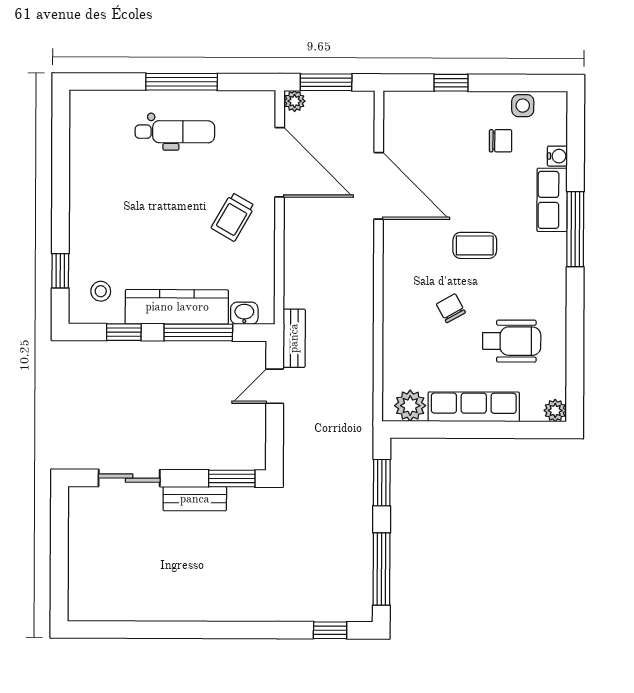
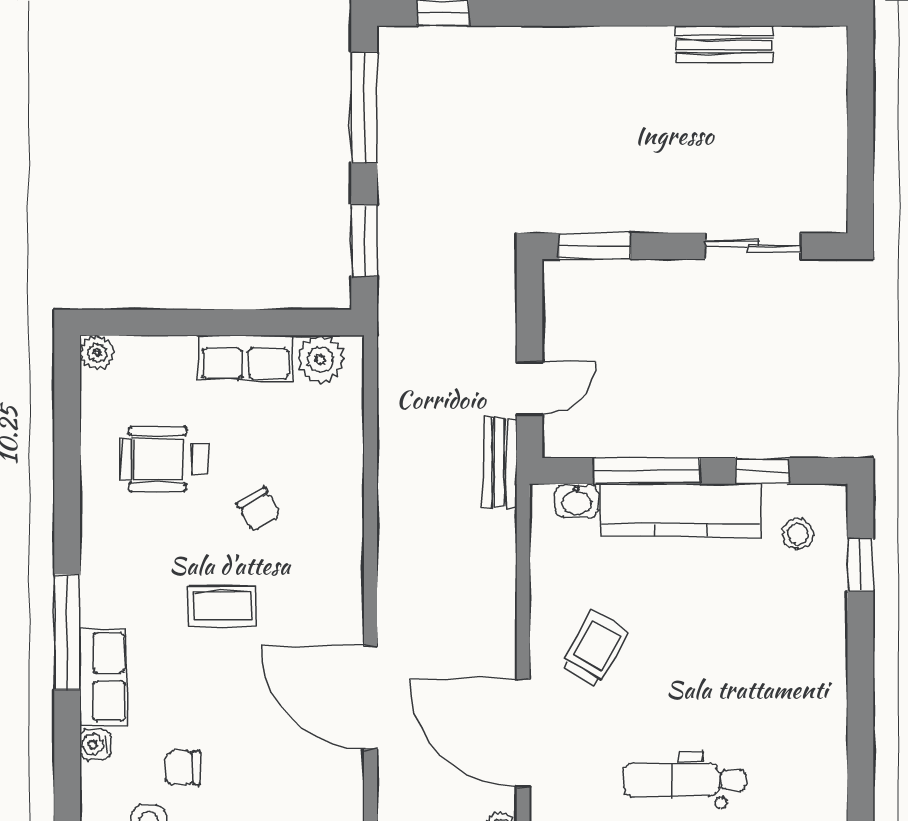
row of seats: (474, 407) -> (246, 358), width x0.68
bench: (195, 499) -> (724, 44), moved

